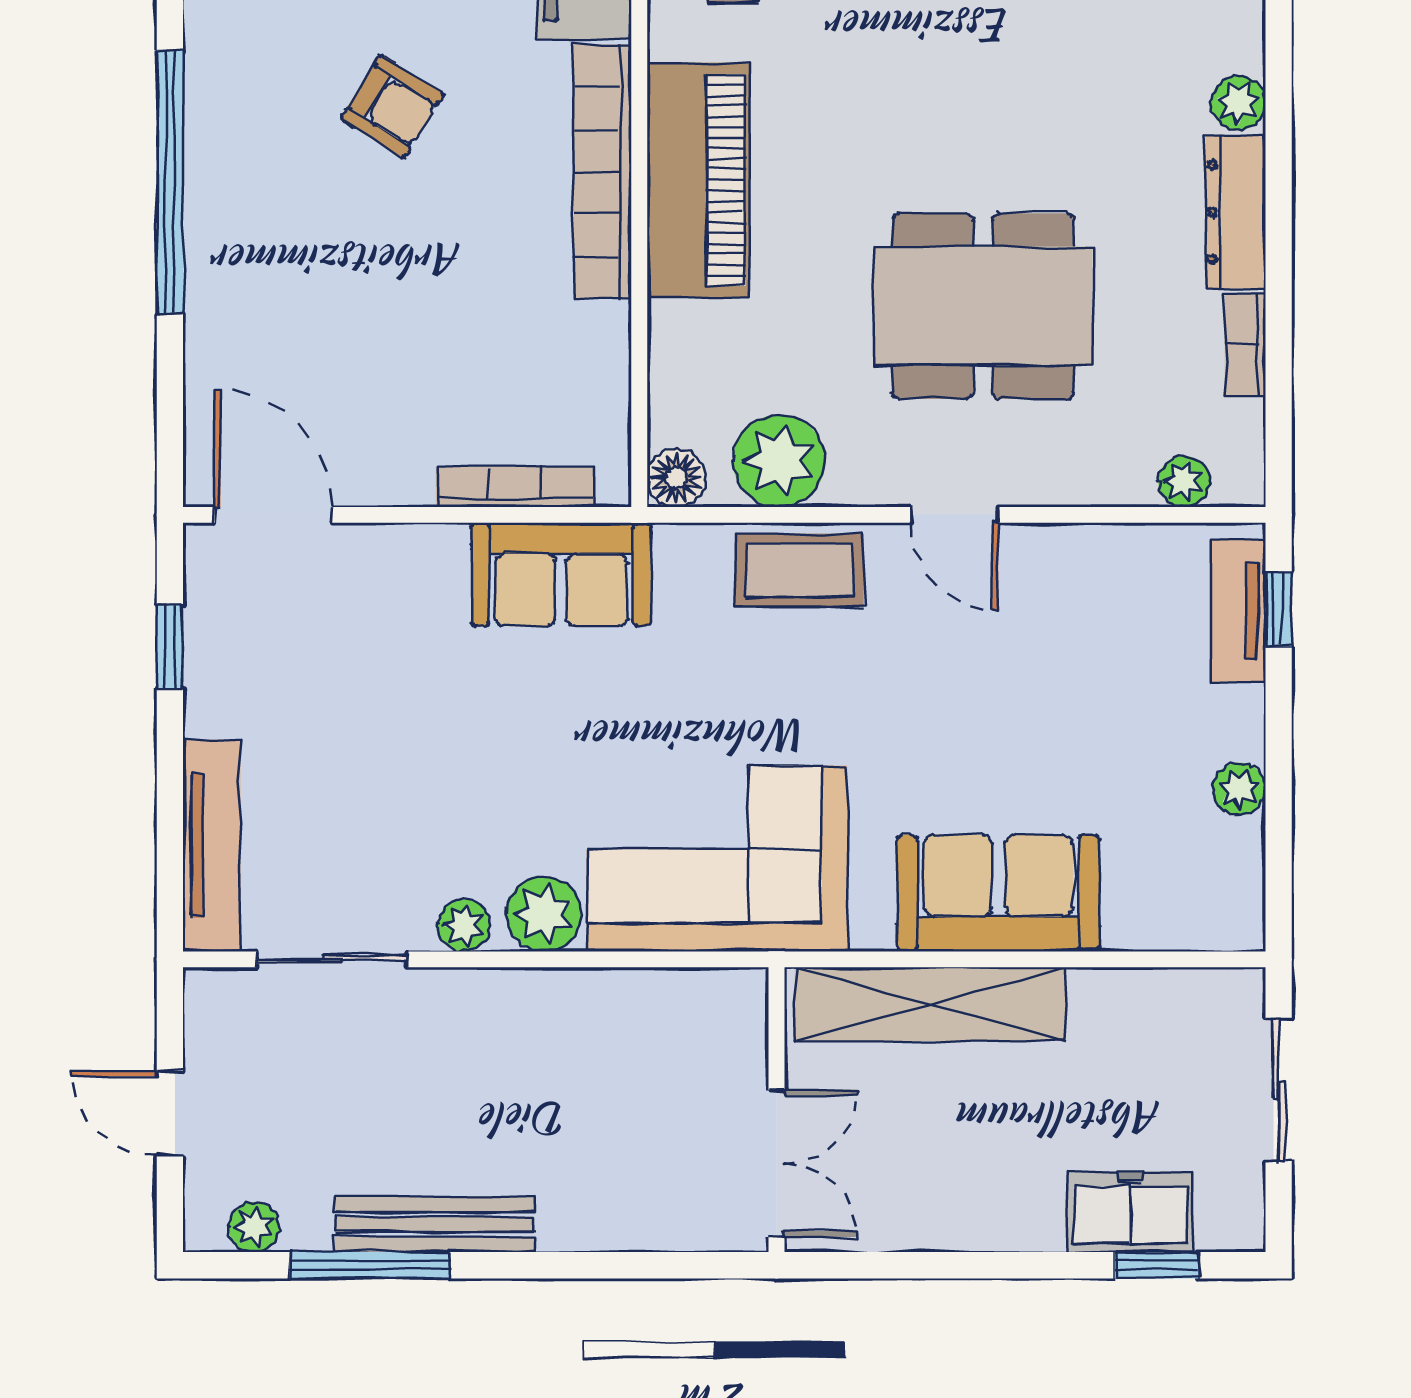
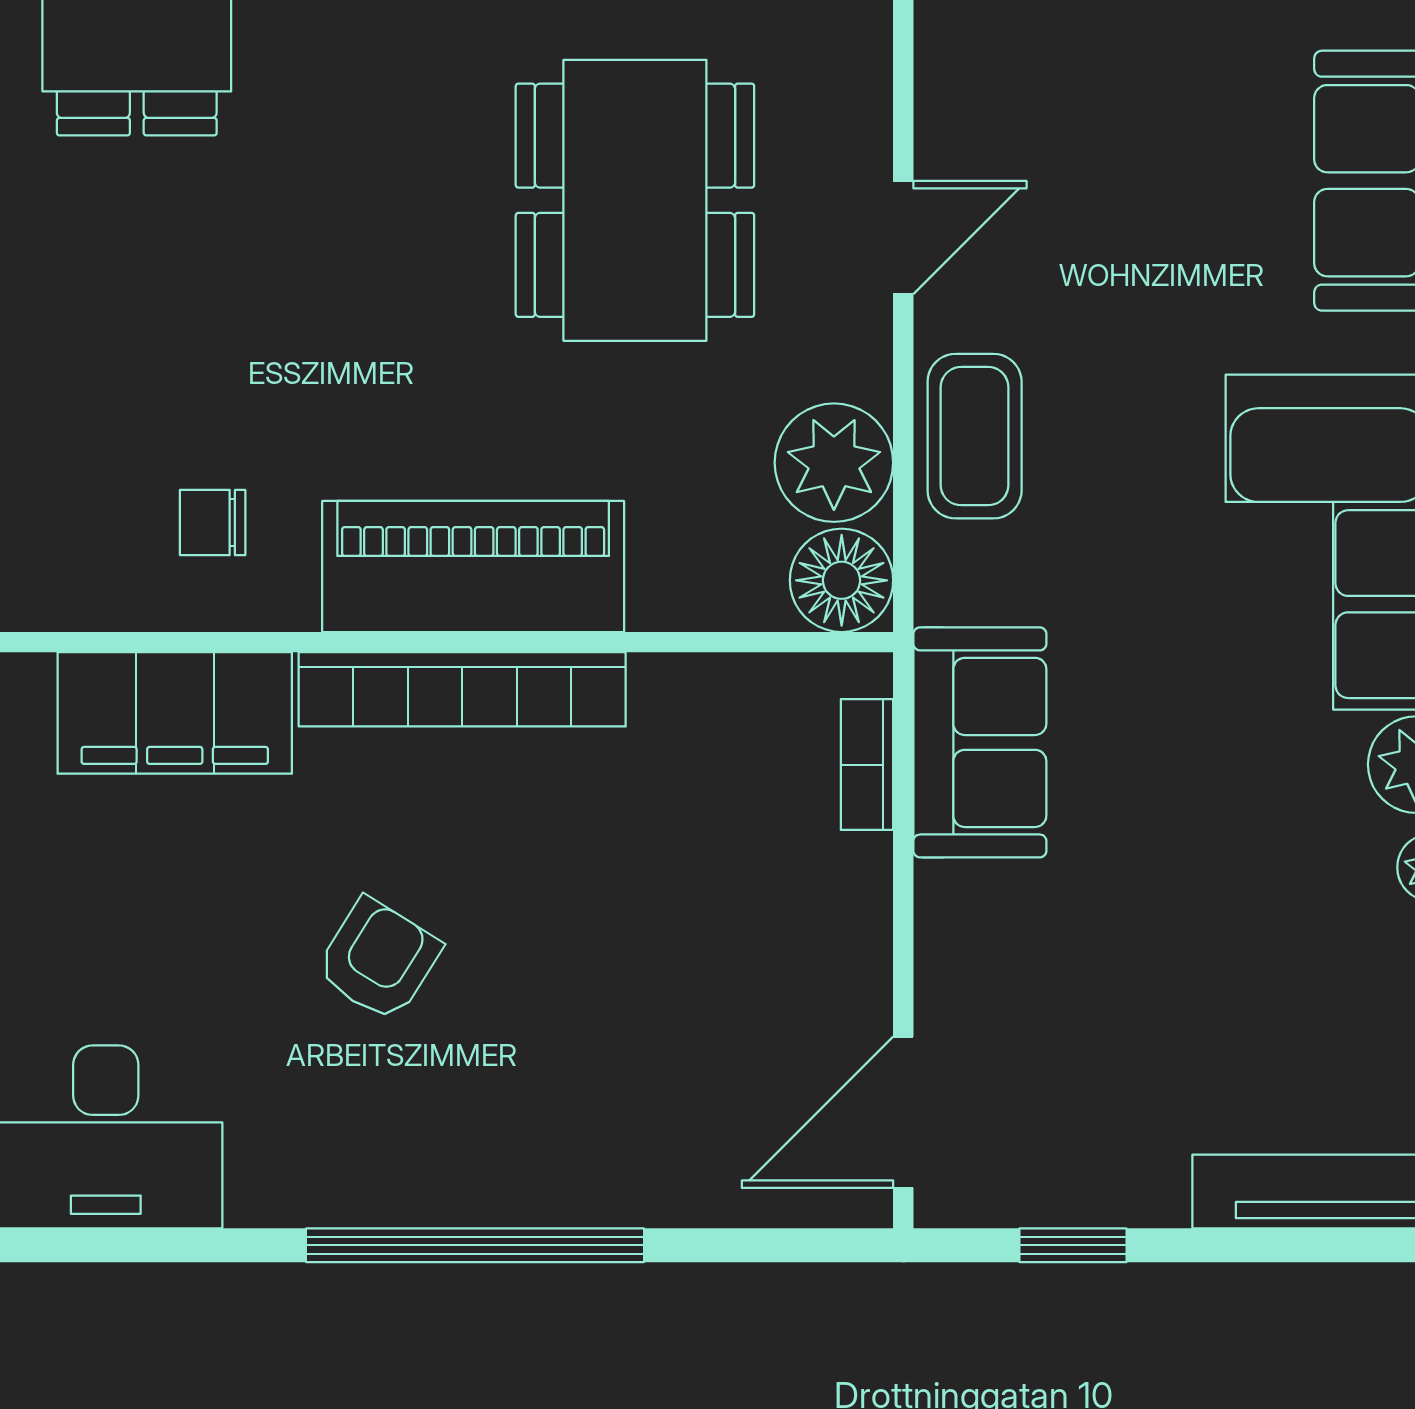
floor lamp: (676, 478) -> (842, 580), width x1.38, depth x1.38
bookcase: (515, 487) -> (867, 765), width x0.64

